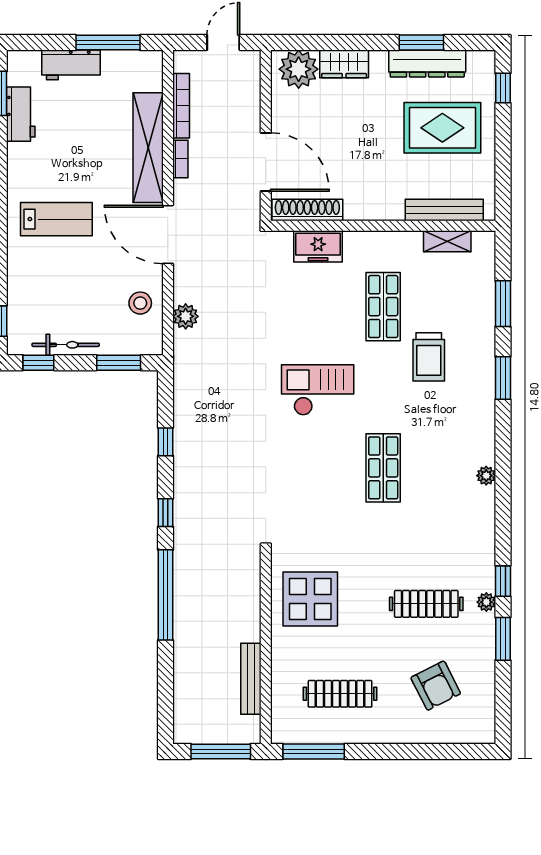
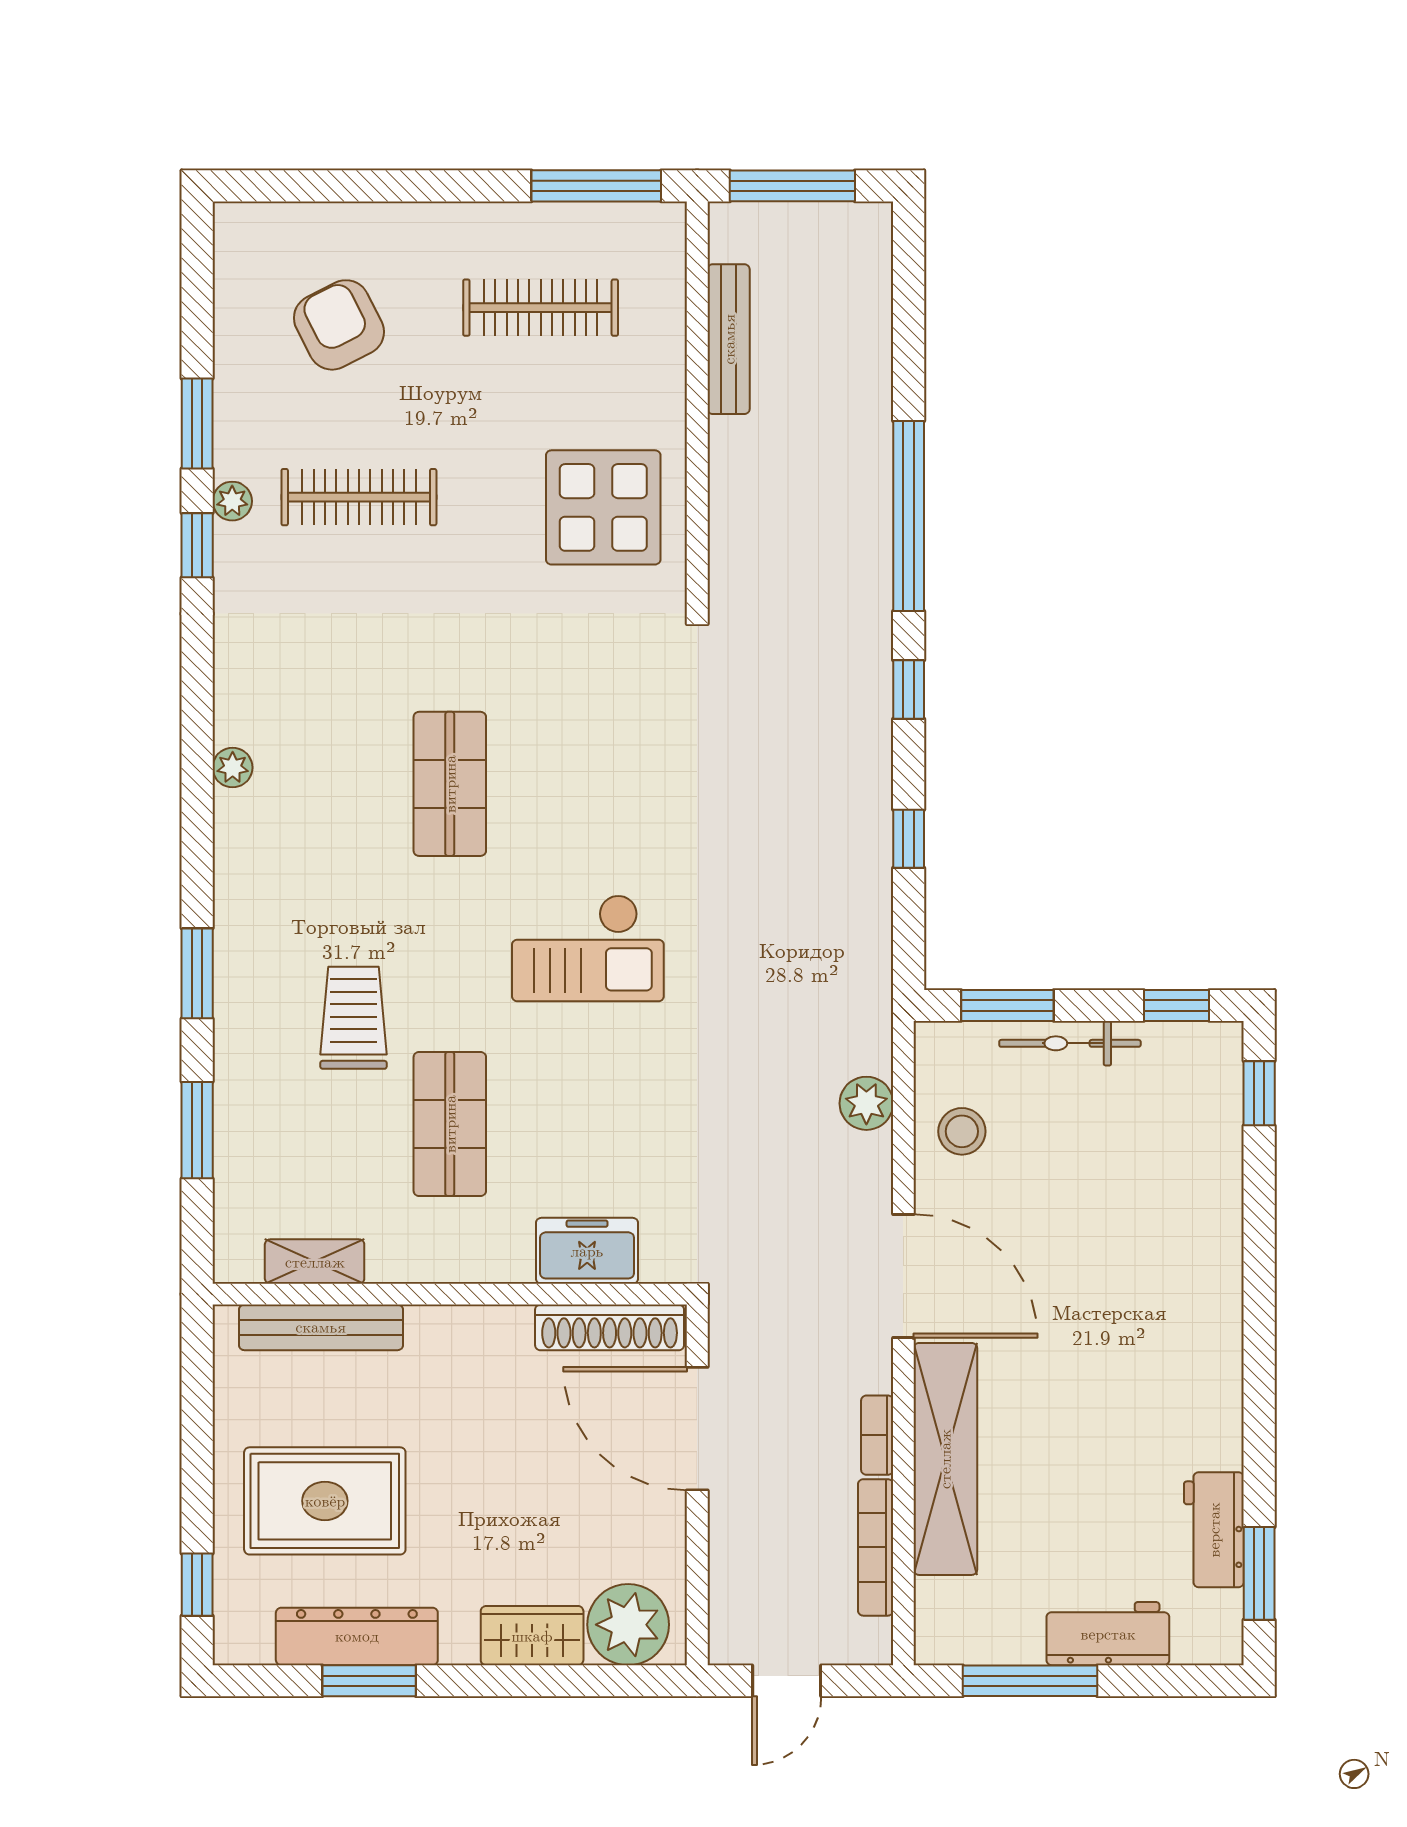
lab bench: (56, 219) -> (1139, 1308), removed
bicycle: (66, 345) -> (1070, 1043), moved

